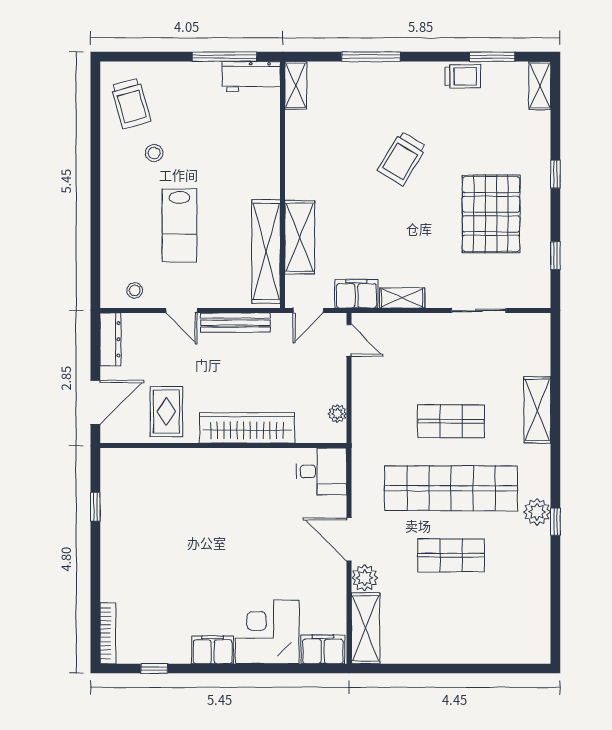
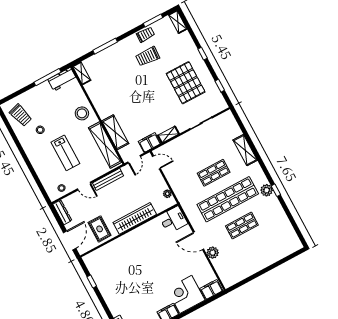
trolley: (402, 159) -> (148, 56), moved, turned 62
stool: (254, 165) -> (82, 113), added
shelving: (366, 628) -> (224, 272), removed

